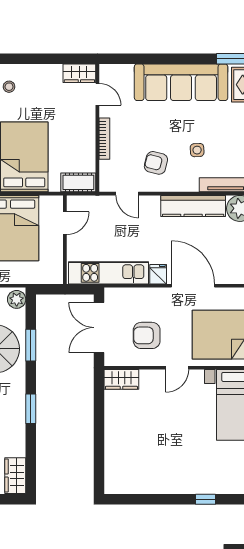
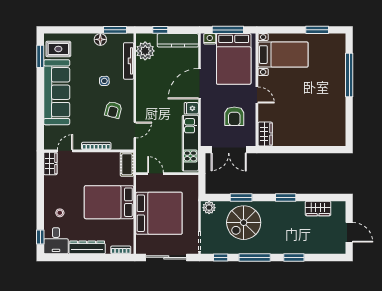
kitchen counter: (193, 206) -> (144, 84), removed
wardrobe: (15, 476) -> (318, 208), moved
window: (205, 499) -> (349, 75), width x3.17

